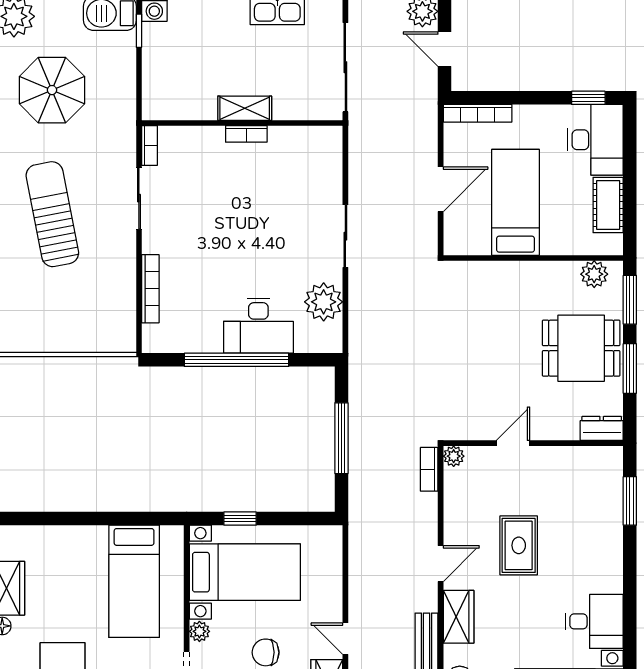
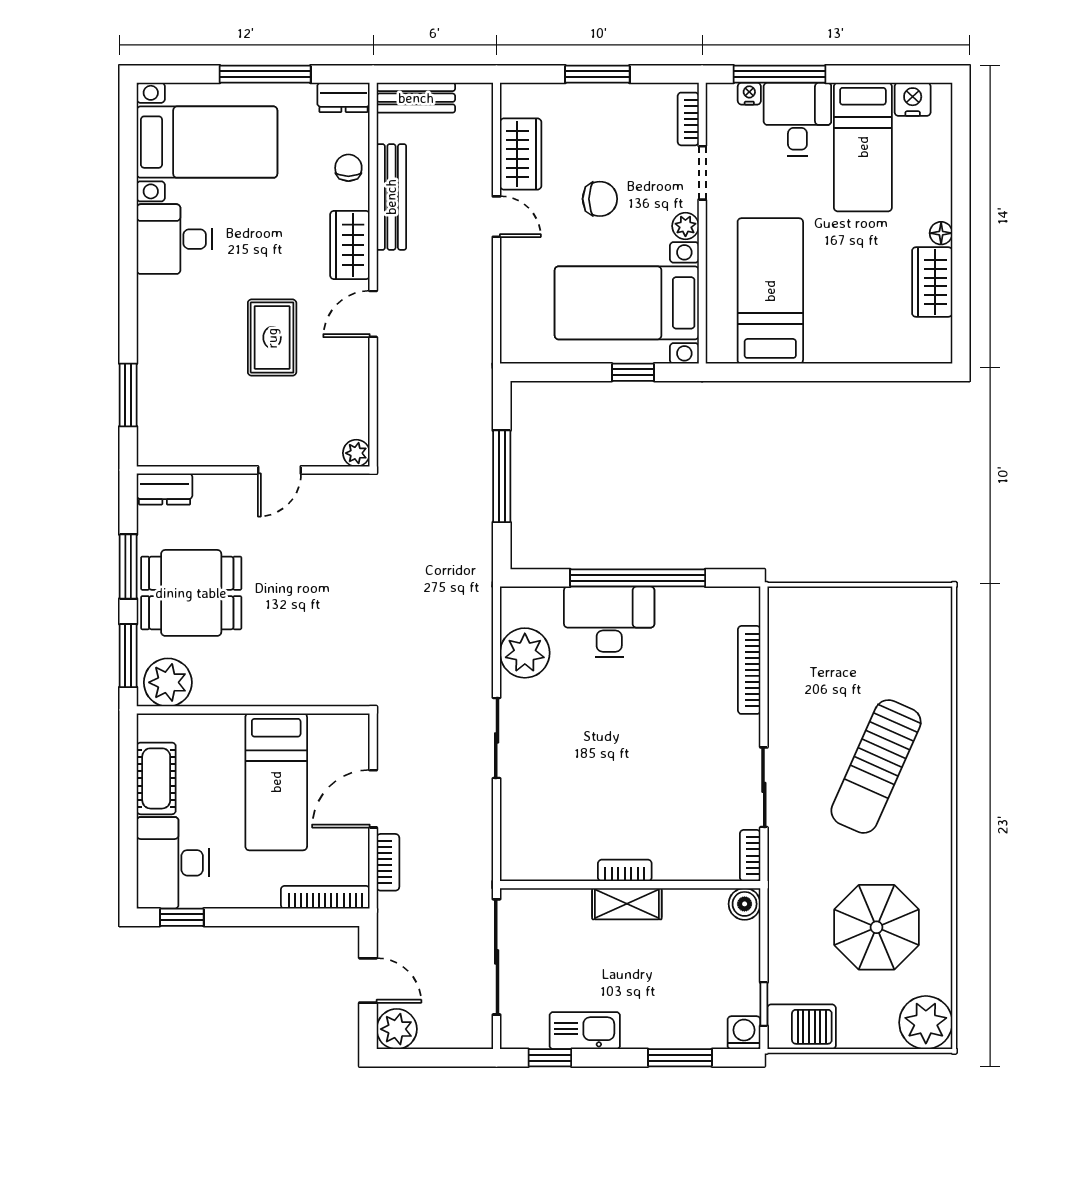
boiler: (154, 108) -> (745, 904), added
sun lounger: (52, 214) -> (876, 766), turned 35
plant: (594, 274) -> (168, 682), width x1.36, depth x1.36
bookcase: (429, 469) -> (388, 862), moved

